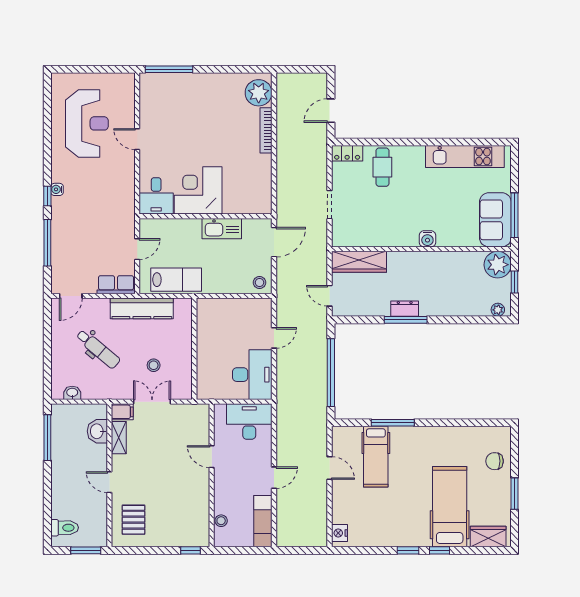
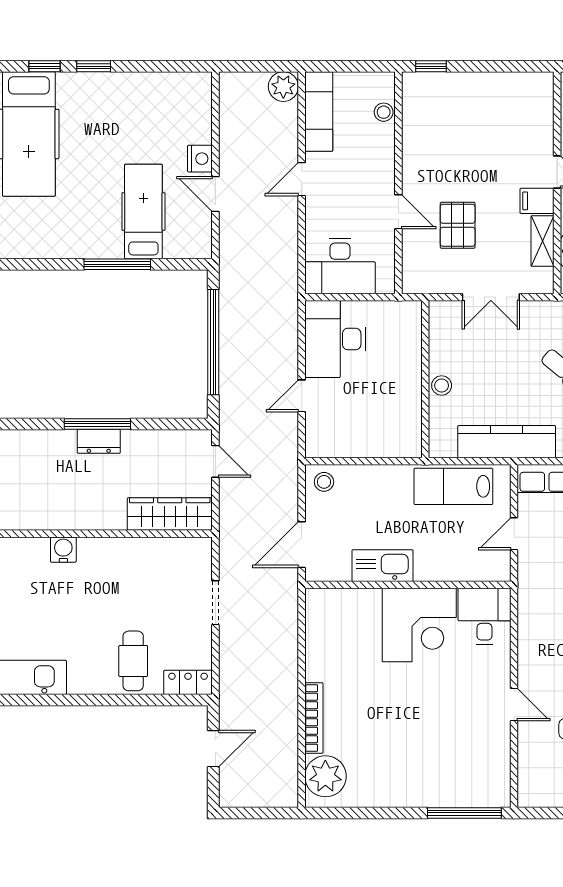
stool: (154, 365) -> (442, 386), moved
filing cabinet: (122, 412) -> (537, 201), moved
pallet: (134, 520) -> (458, 225), moved
nightstand: (339, 533) -> (200, 159), moved
plant: (286, 537) -> (283, 87), added

